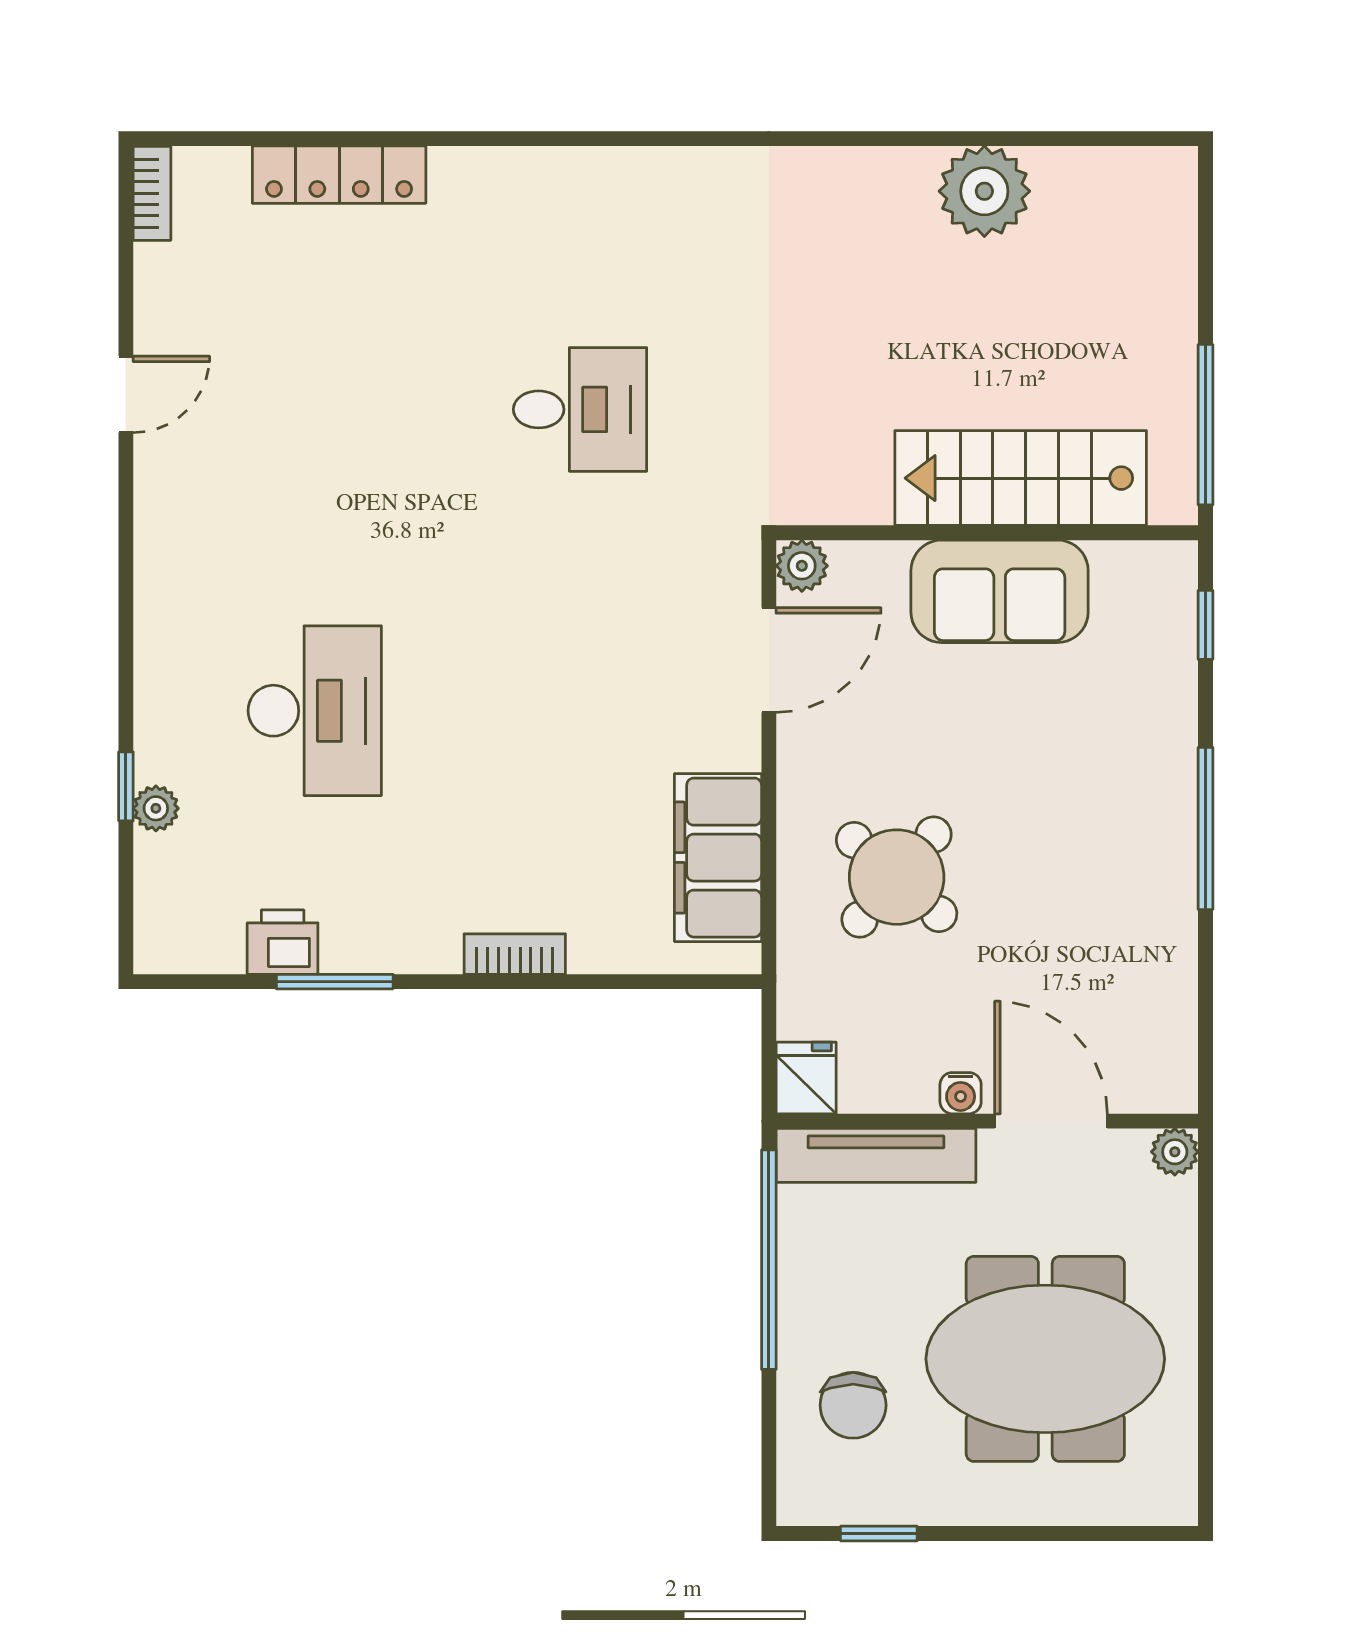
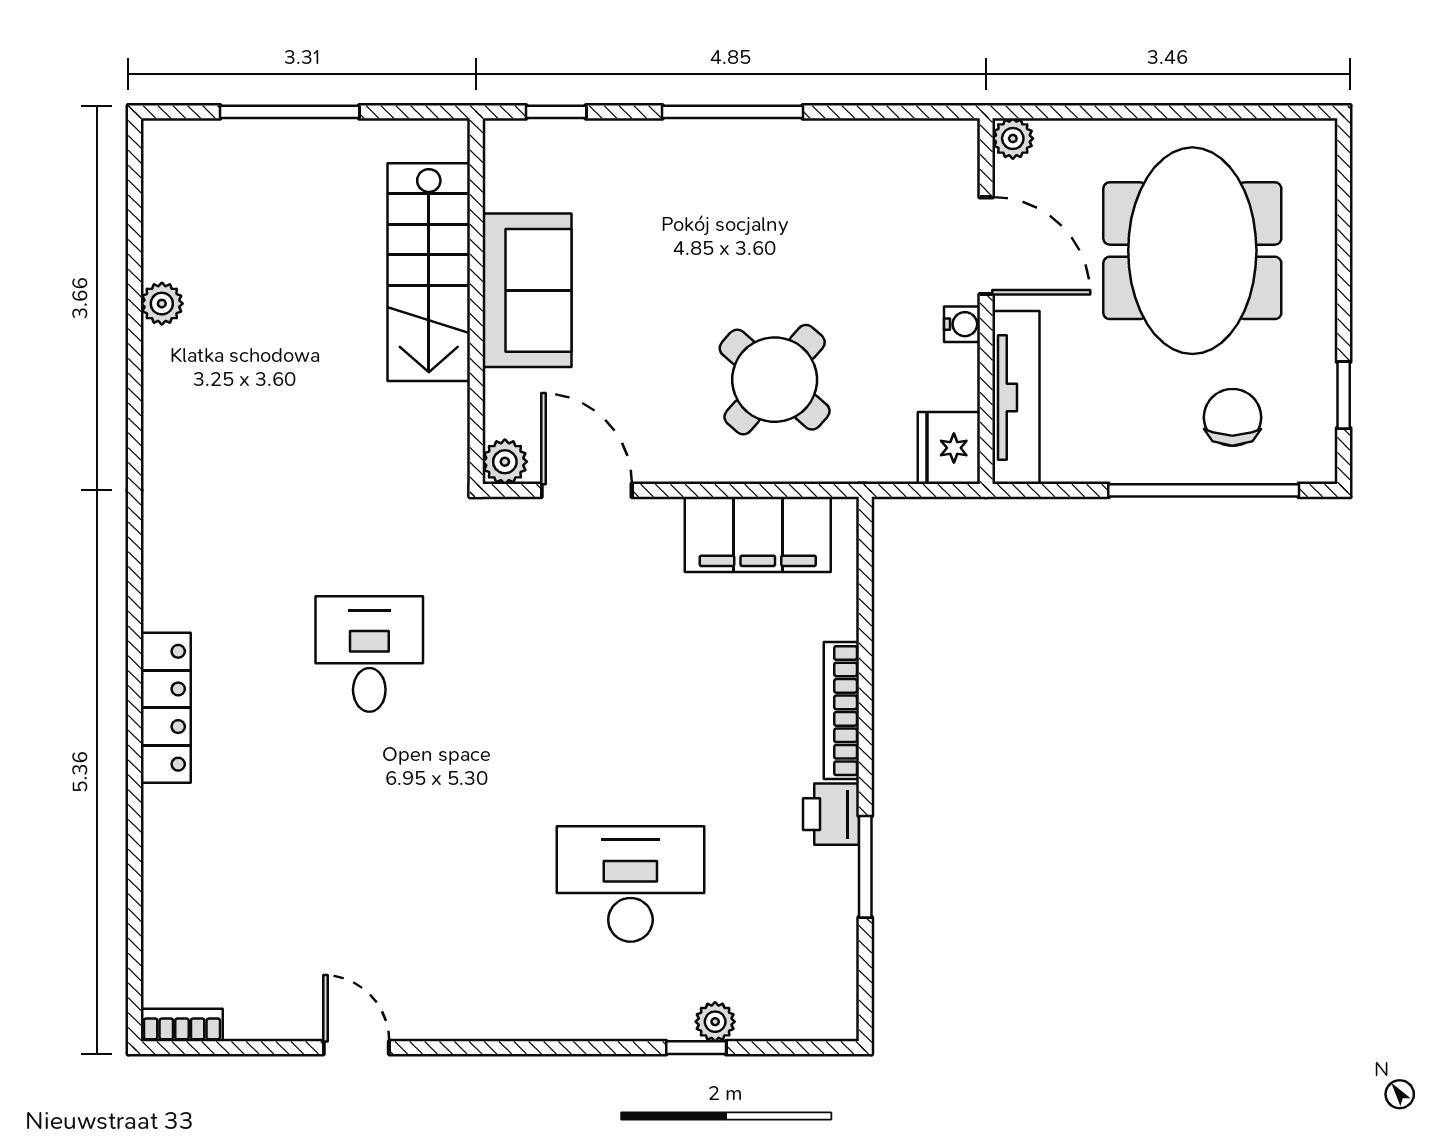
locker: (339, 175) -> (166, 708), moved
plant: (984, 191) -> (162, 304), width x0.53, depth x0.53
window: (1206, 425) -> (290, 112), moved
printer: (283, 942) -> (831, 814), moved
bookcase: (515, 954) -> (841, 711), width x1.56
fridge: (806, 1078) -> (949, 448), width x1.38
door: (1051, 1121) -> (986, 246), swing flipped
window: (769, 1260) -> (1204, 490), moved
chair: (853, 1405) -> (1232, 417), turned -90

